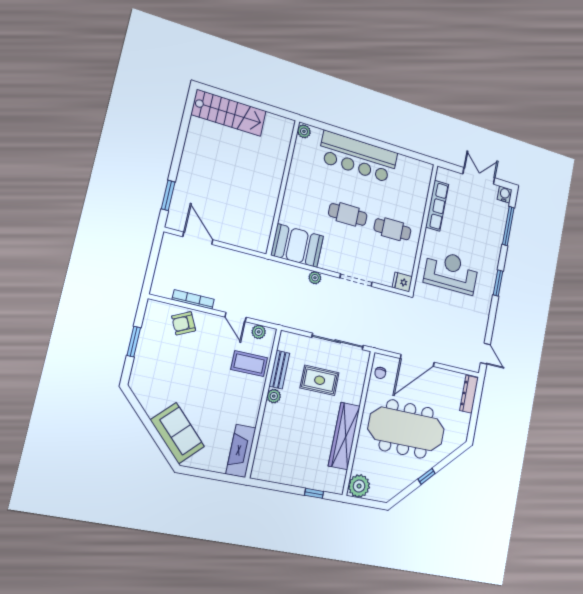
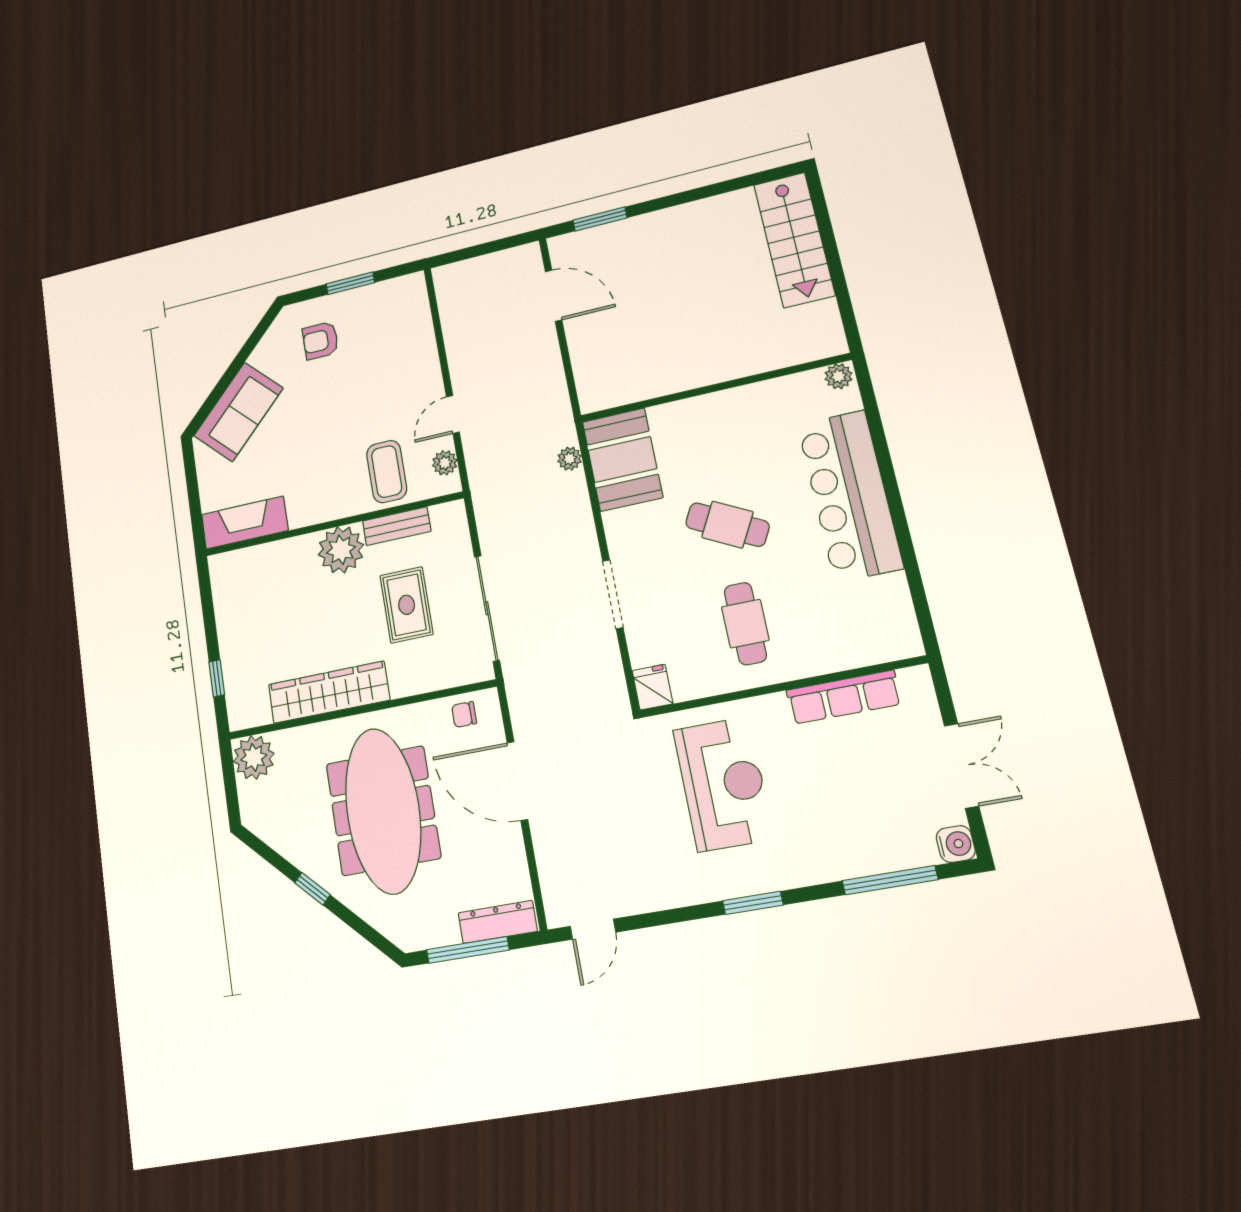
cafe table: (348, 214) -> (727, 525), turned -62
door: (198, 238) -> (553, 296), hinge flipped
plant: (315, 278) -> (570, 459), moved
bookcase: (193, 299) -> (452, 336), removed
armchair: (184, 323) -> (320, 341), moved, turned -64
plant: (274, 396) -> (341, 550), width x1.88, depth x1.88
window: (475, 412) -> (468, 950), added

